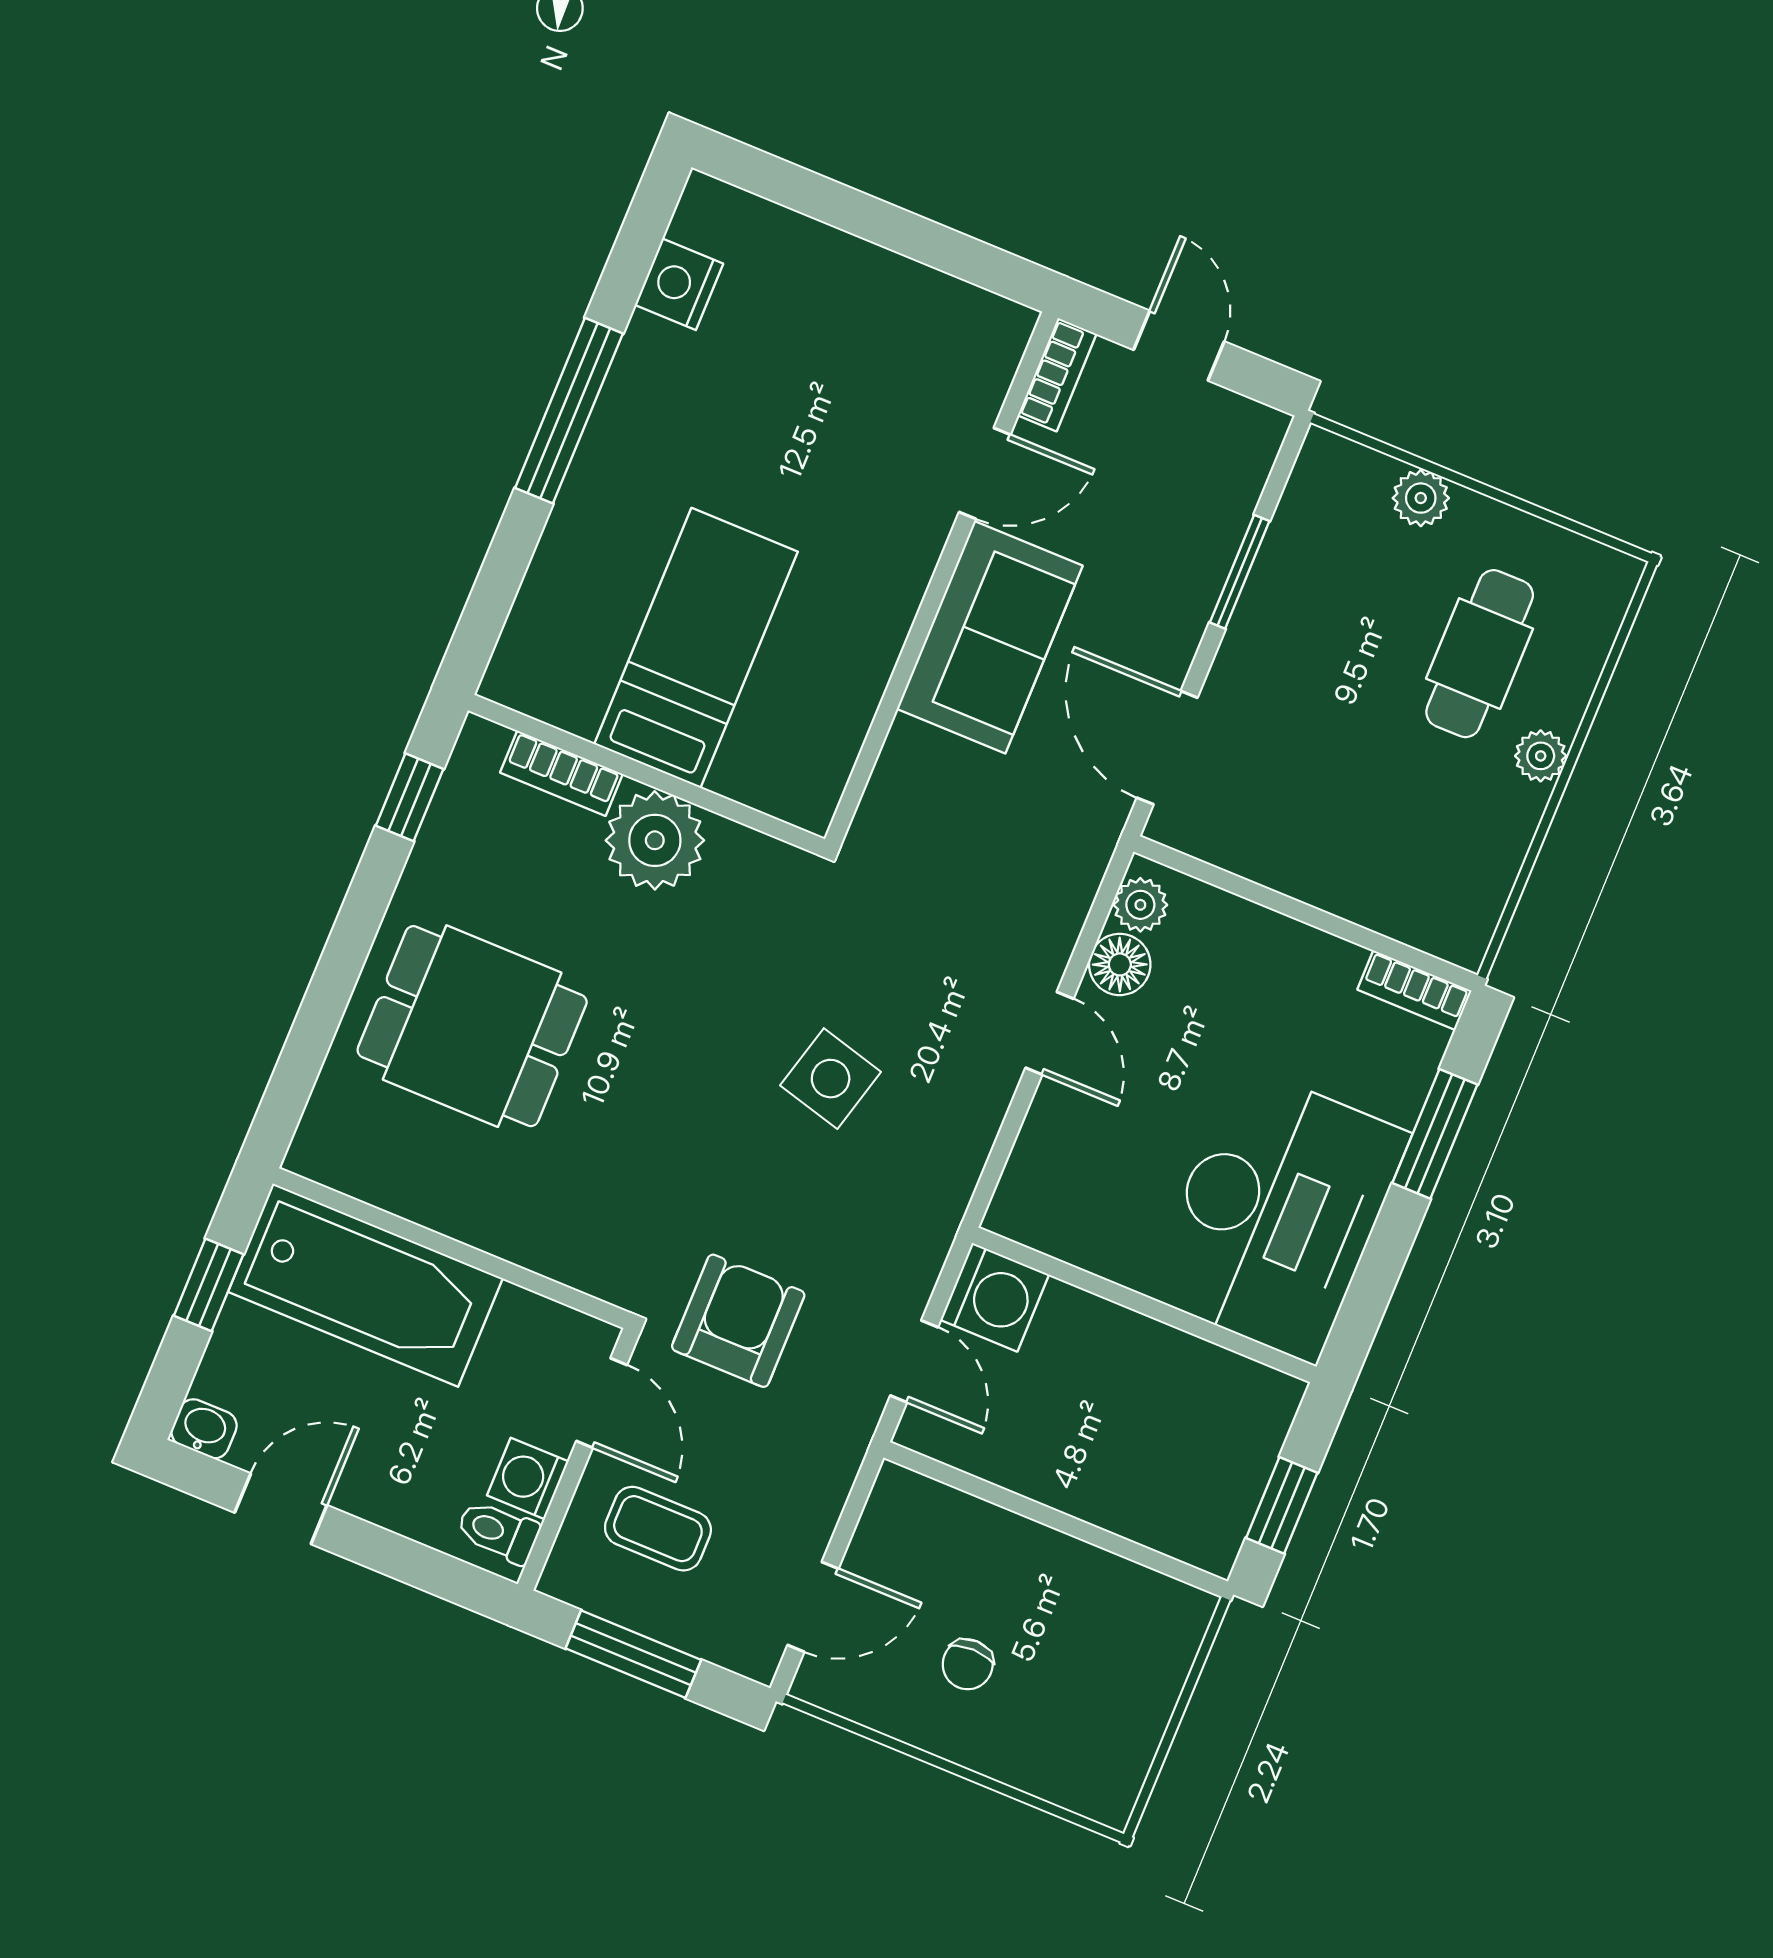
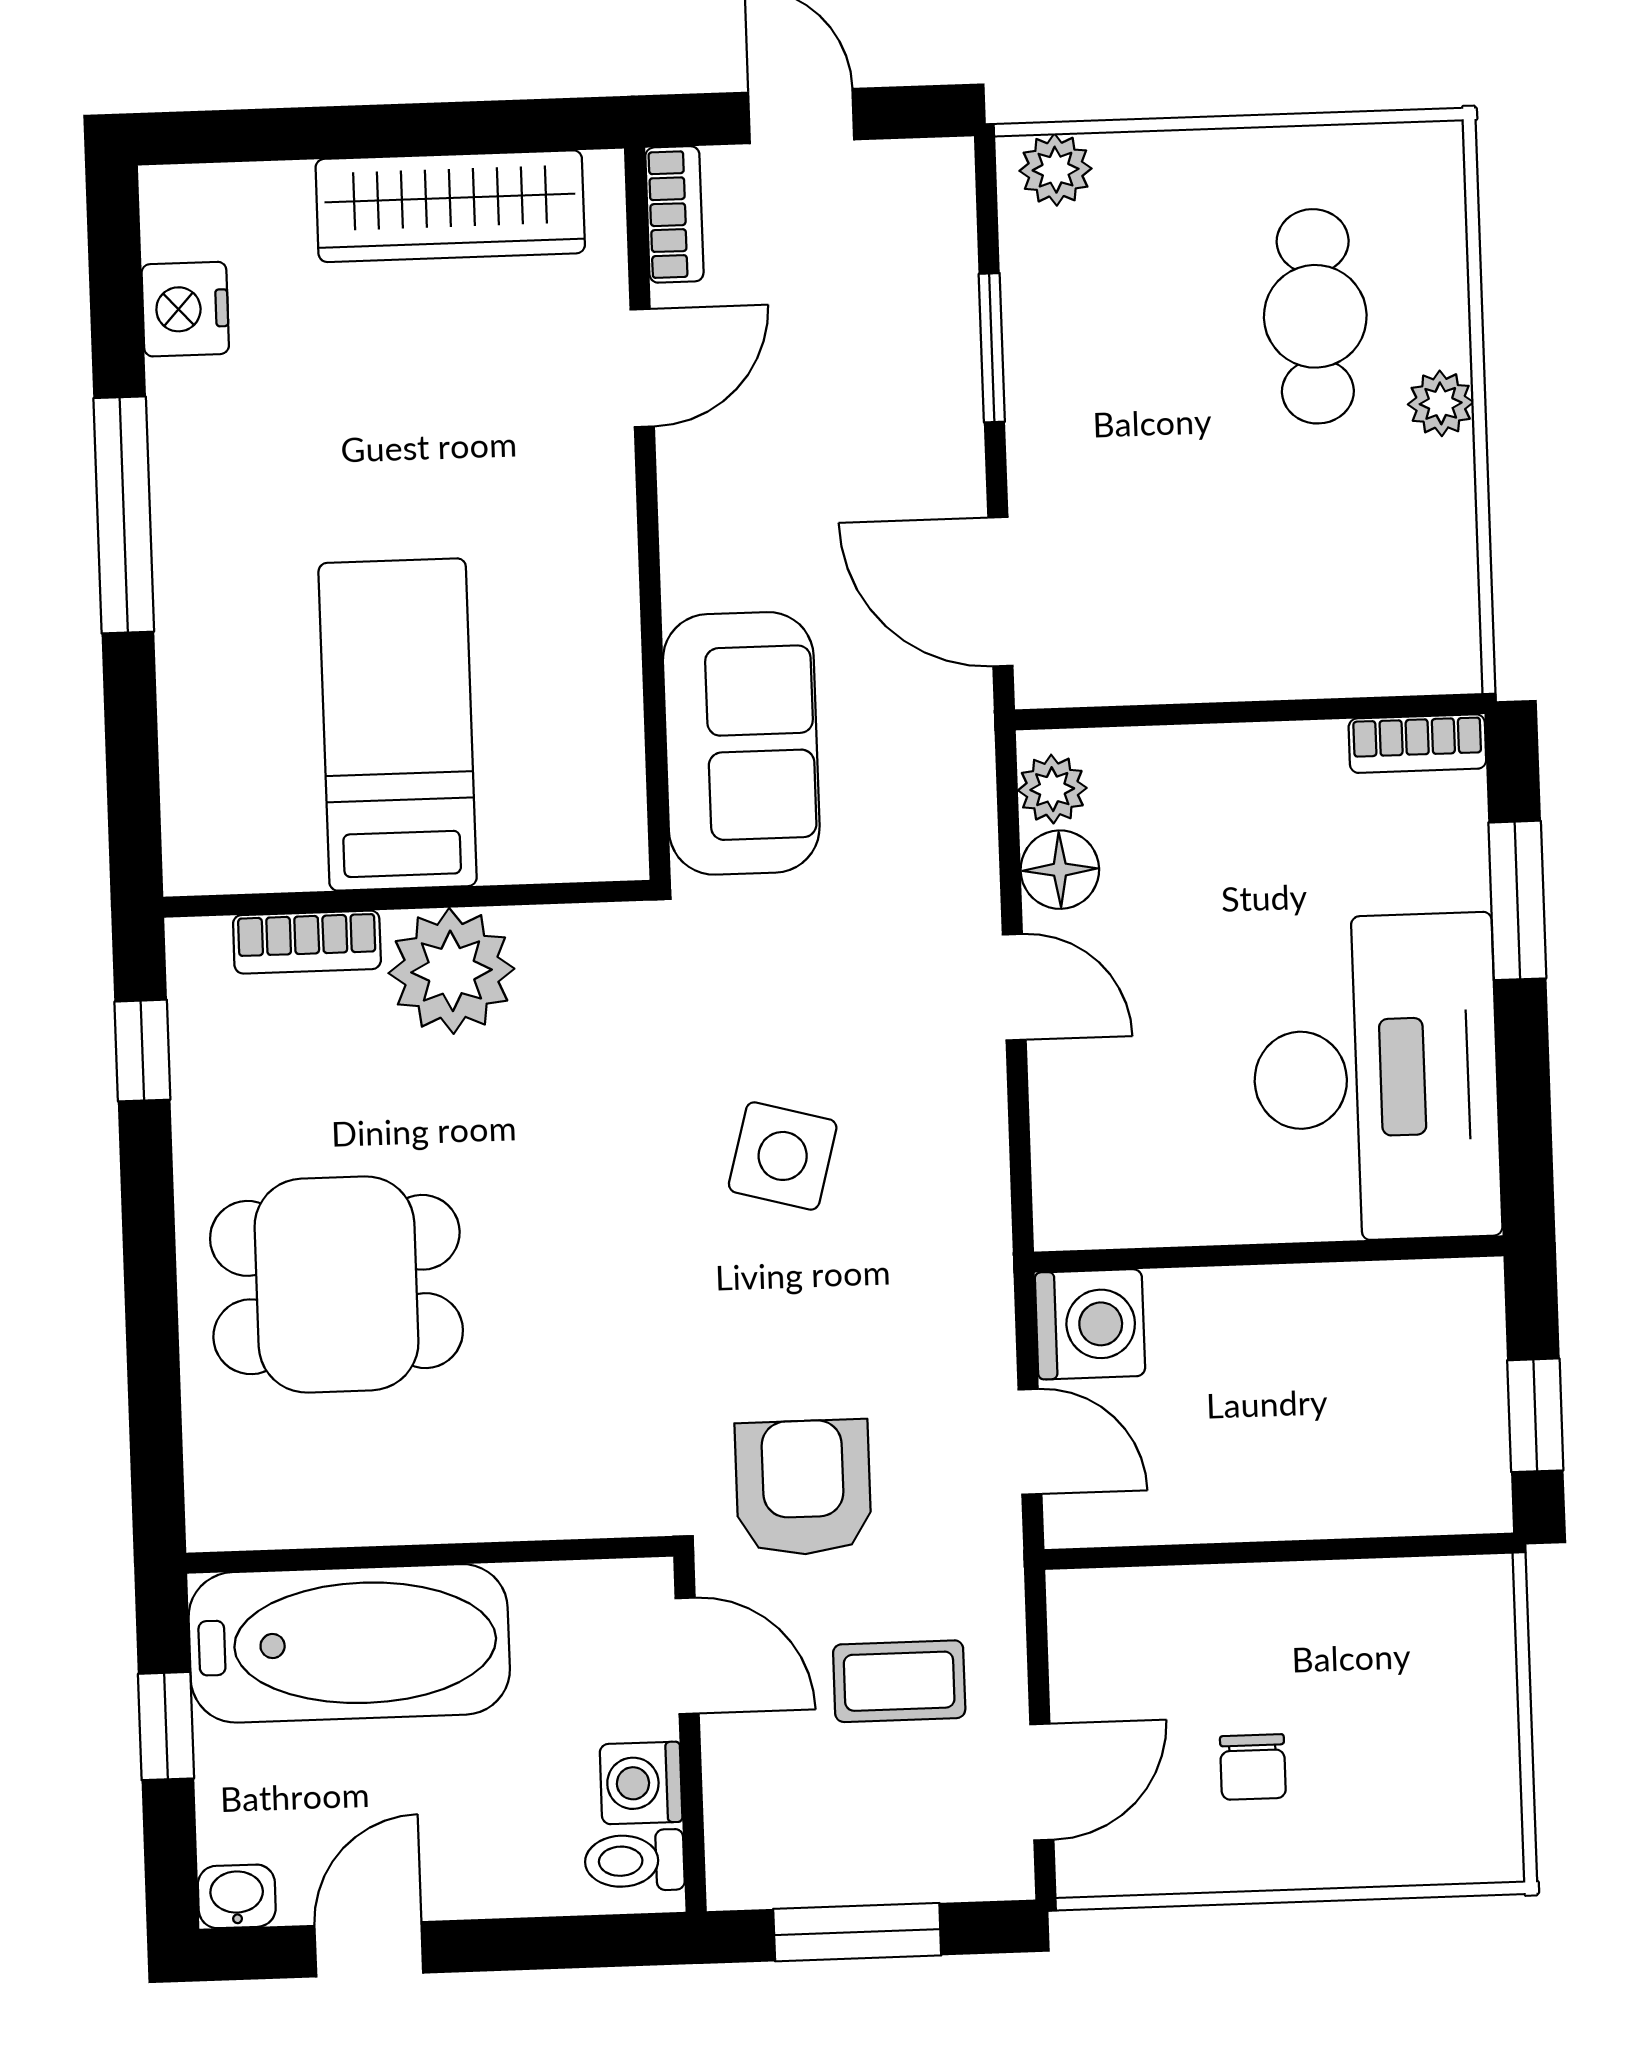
wardrobe: (900, 297) -> (450, 206), added
plant: (1421, 498) -> (1056, 170), moved
sofa: (990, 637) -> (741, 743), moved
coffee table: (658, 1529) -> (899, 1681), moved

